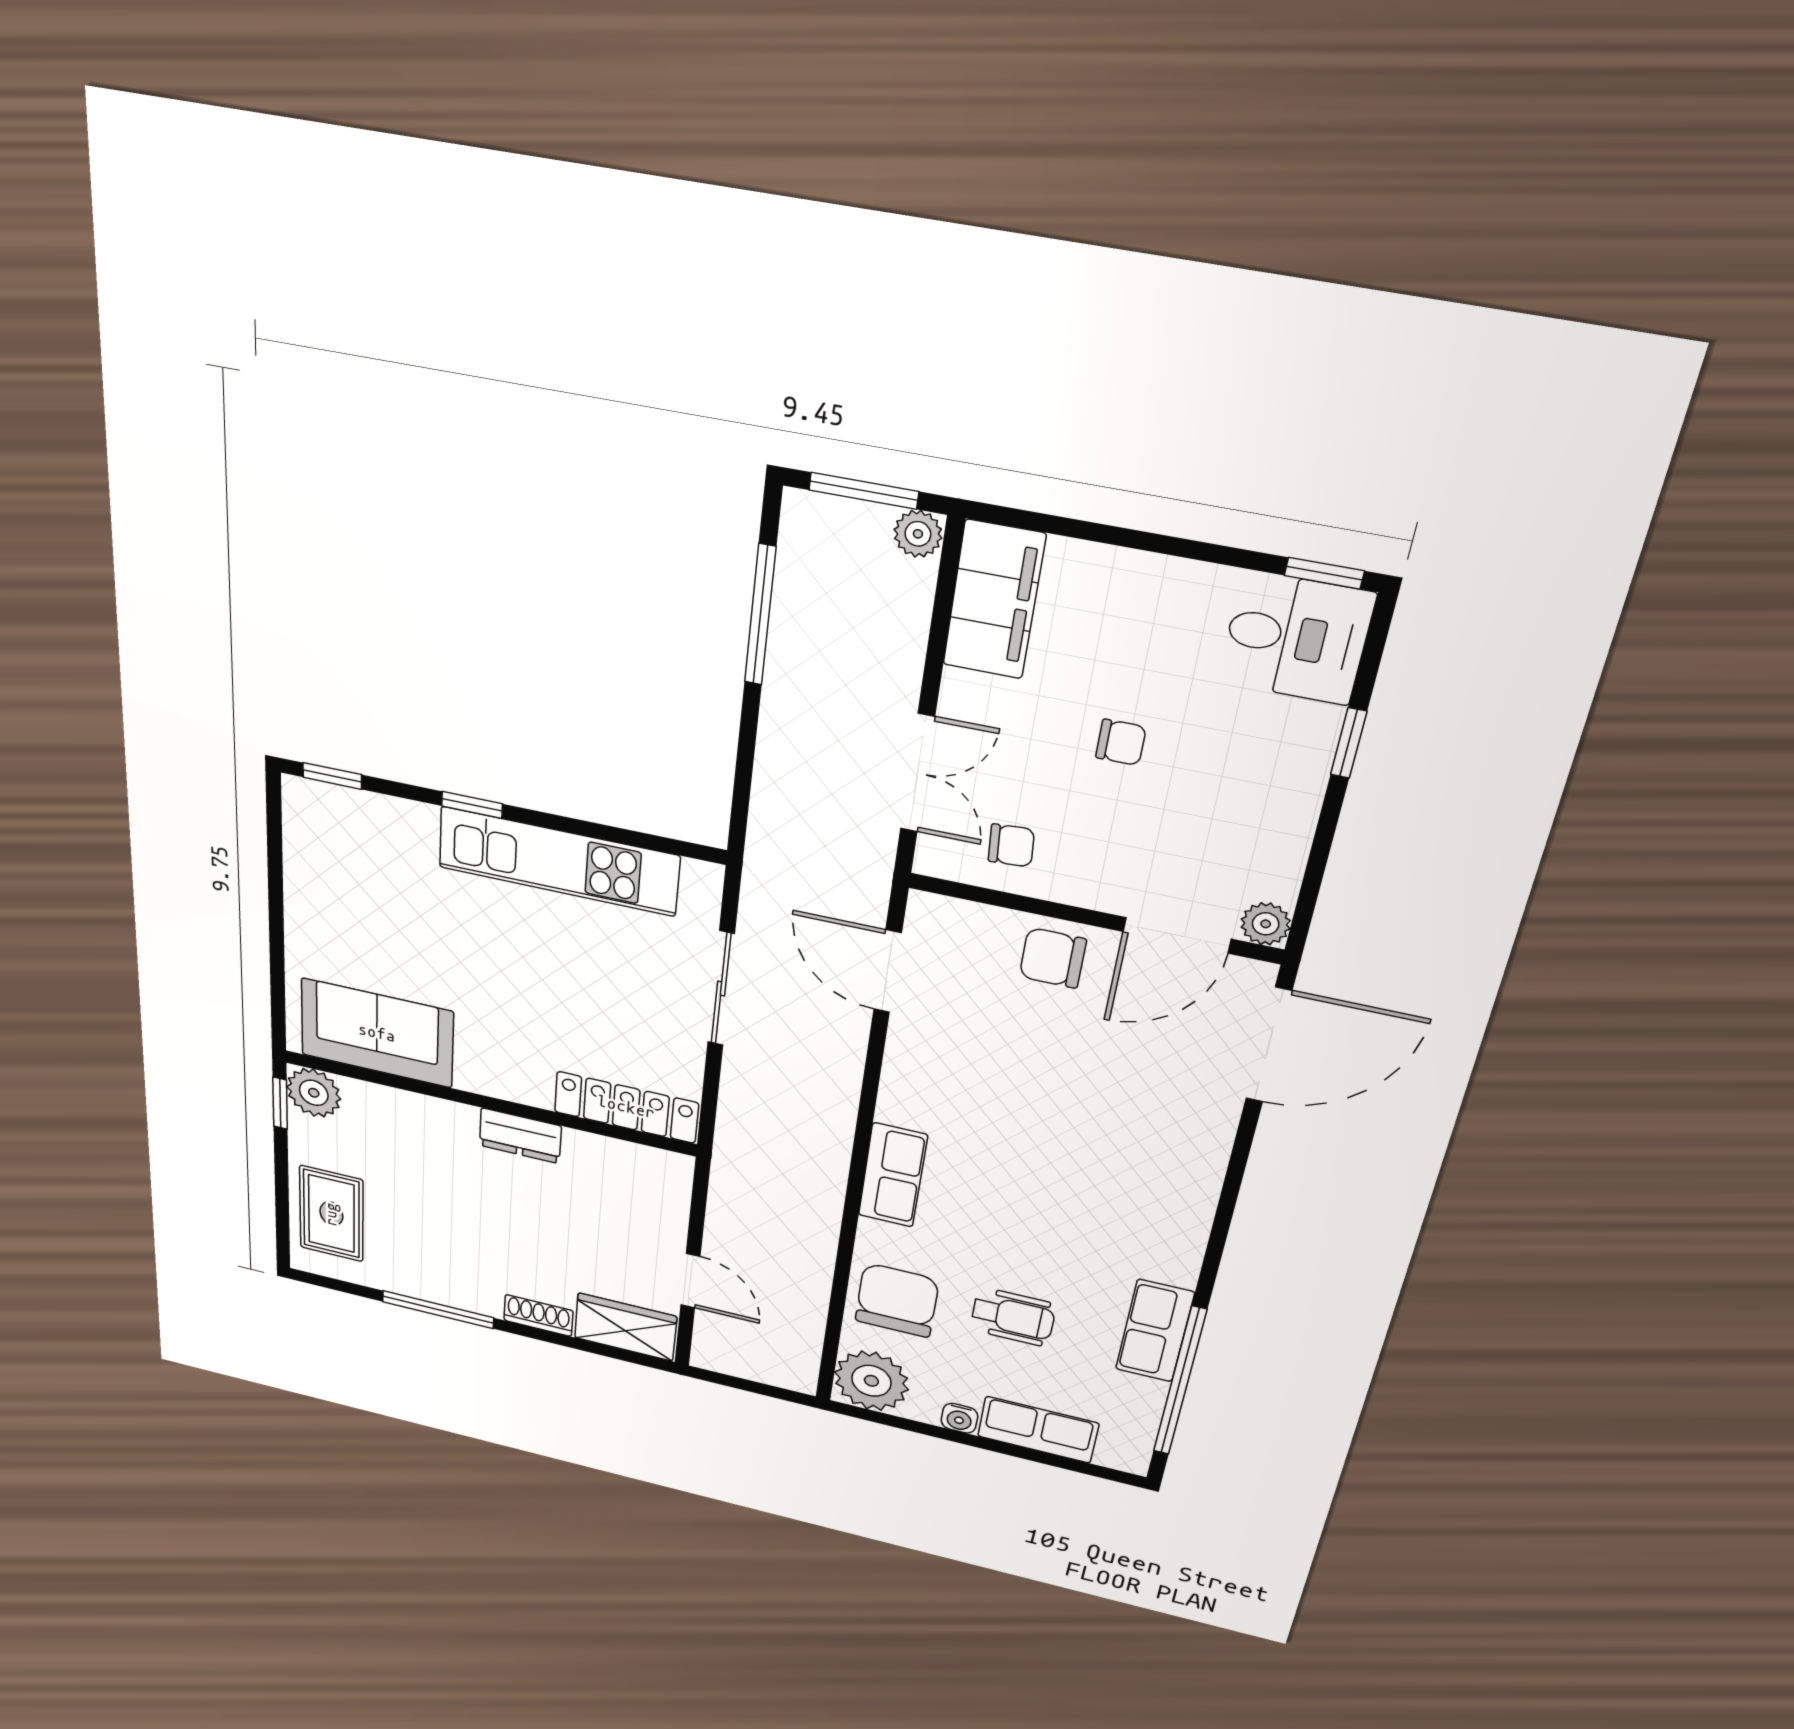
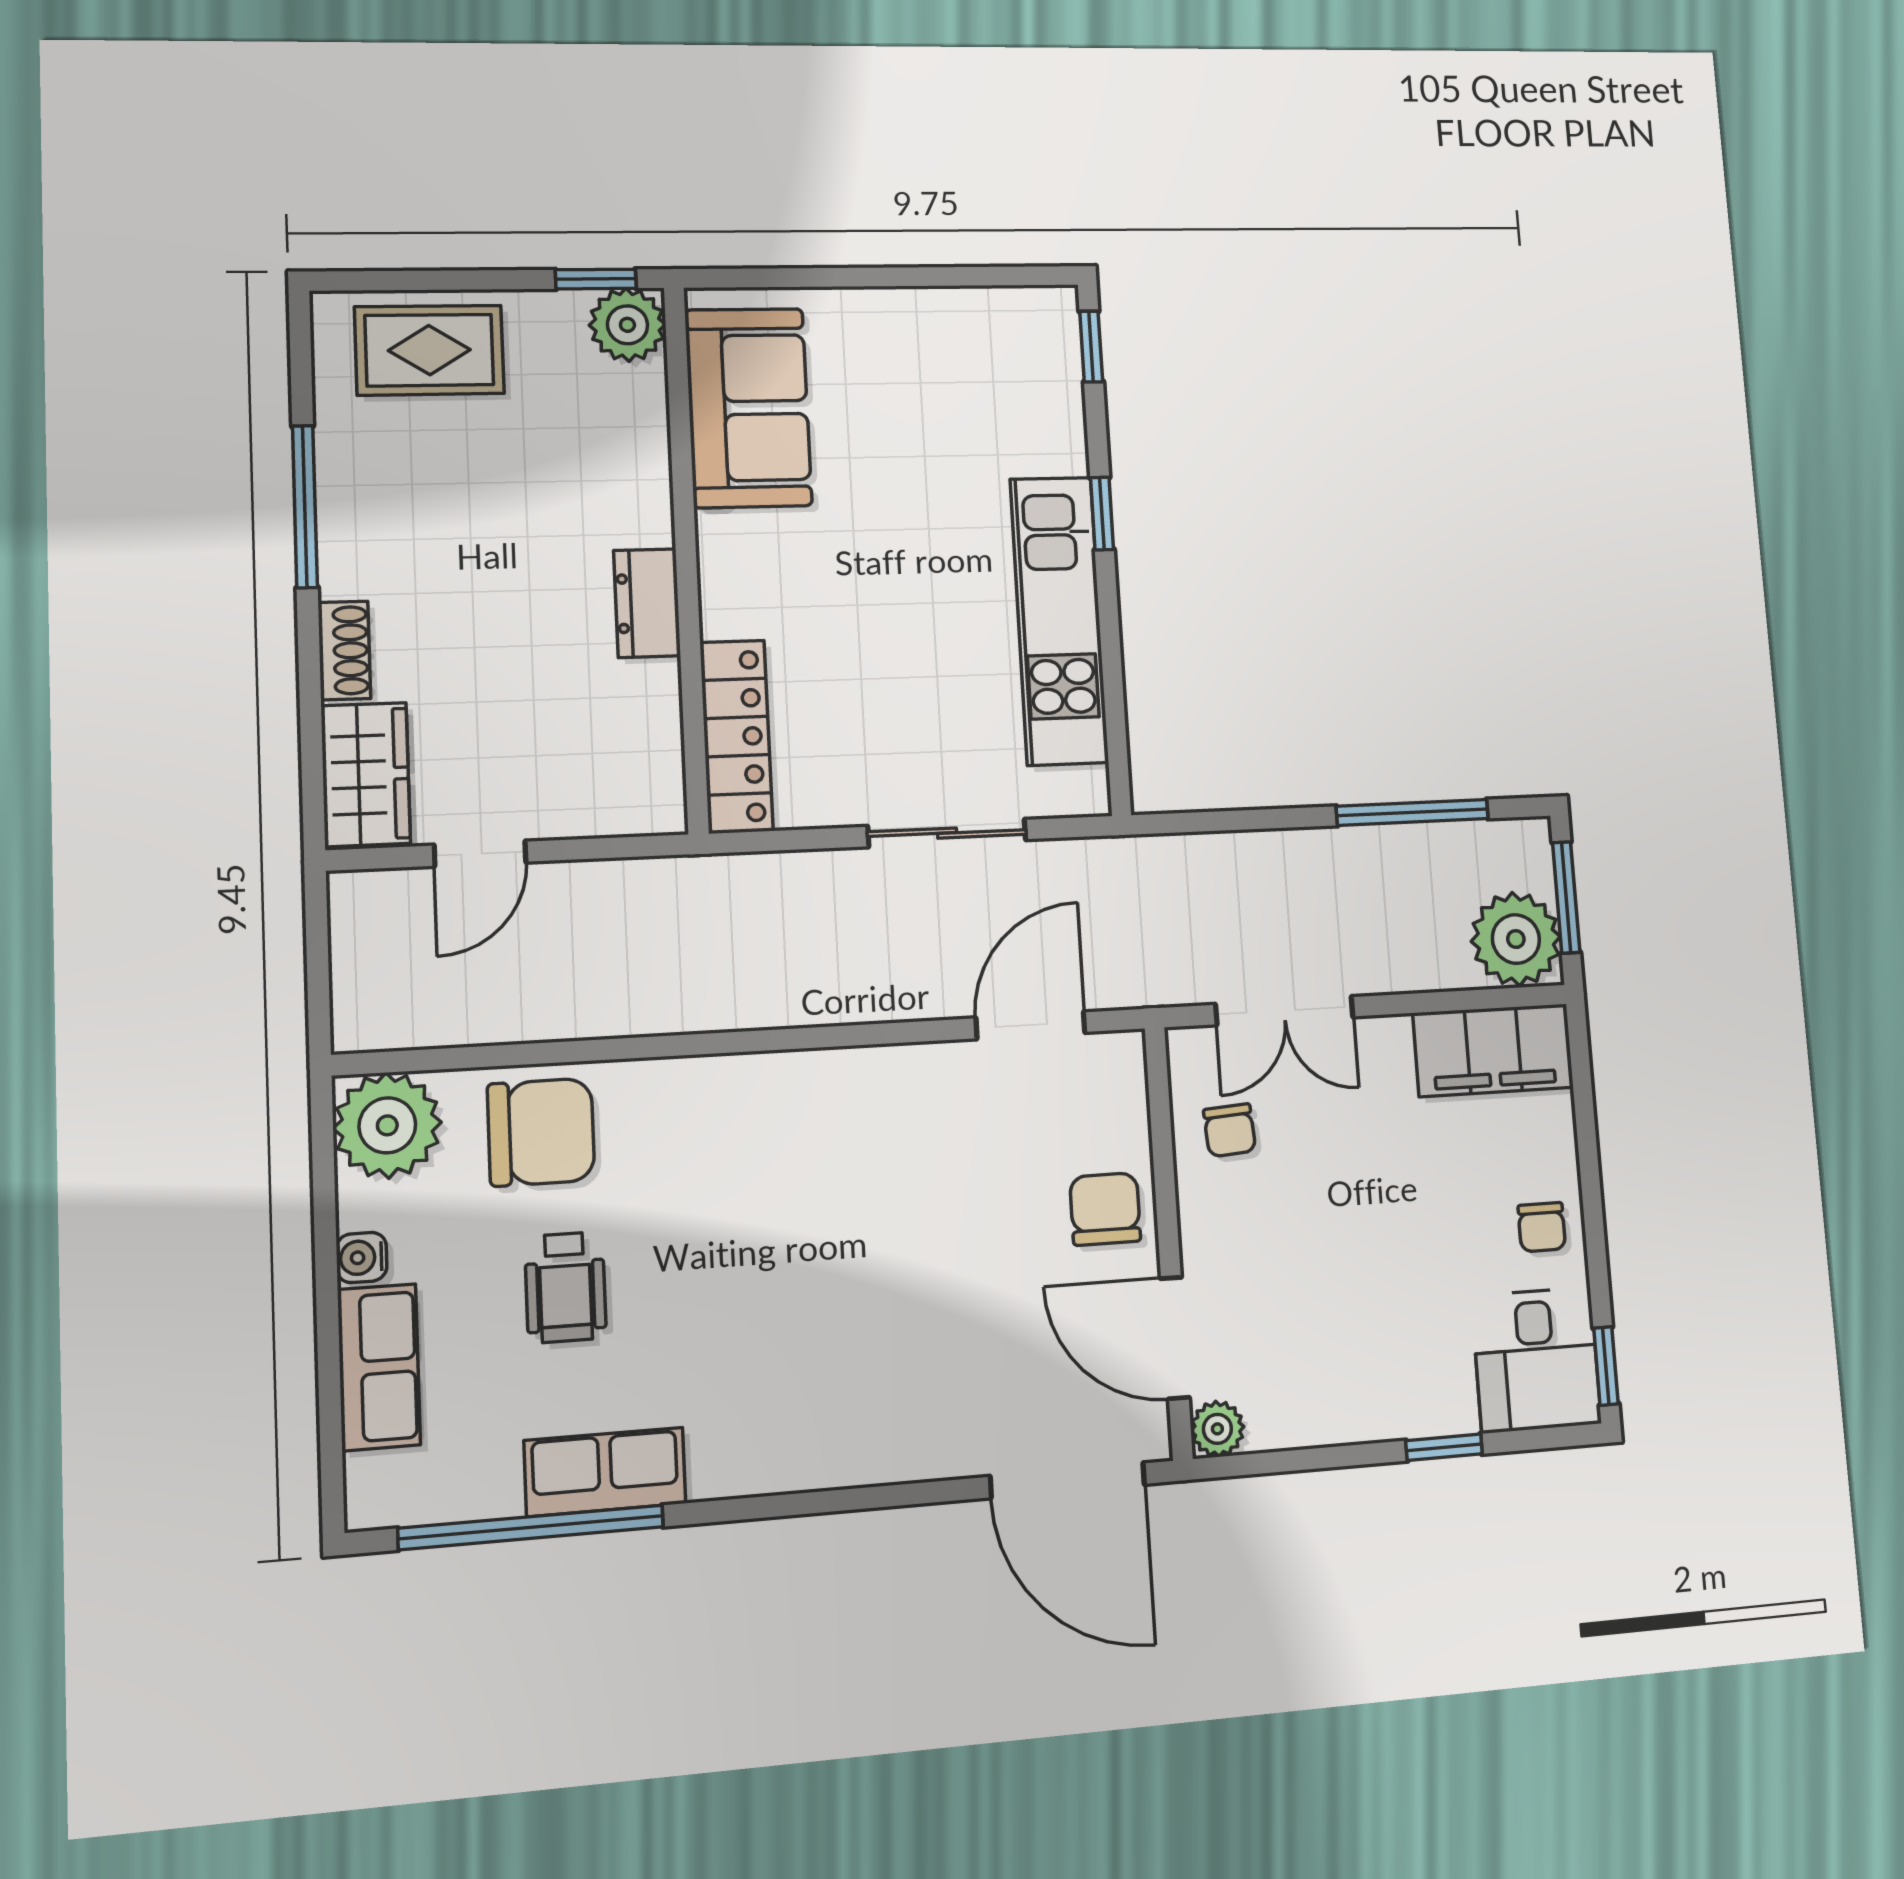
plant: (918, 534) -> (1516, 939), width x1.87, depth x1.87
chair: (1121, 742) -> (1542, 1227), moved
row of seats: (893, 1175) -> (742, 1087), removed

